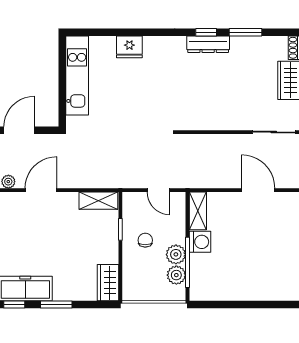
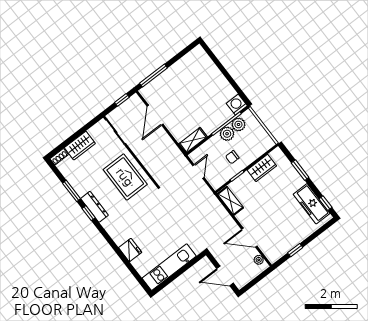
rug: (215, 104) -> (125, 177), added
washing machine: (200, 242) -> (237, 105), moved
wardrobe: (108, 283) -> (262, 168), moved
window: (56, 305) -> (300, 170), moved

